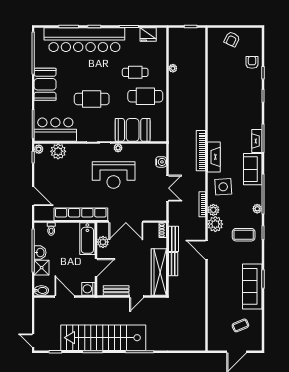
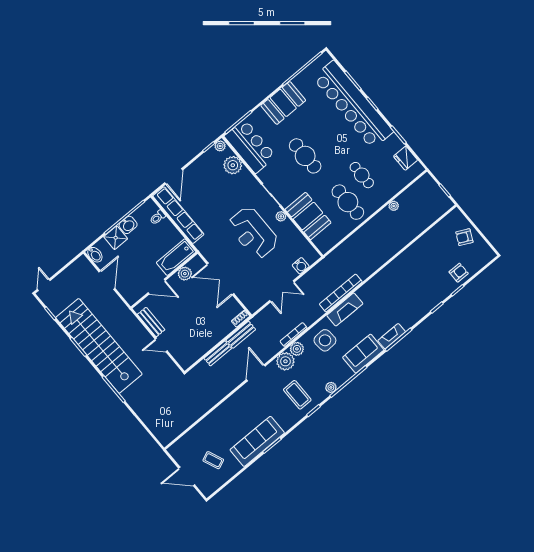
row of seats: (81, 214) -> (178, 215), moved
wardrobe: (159, 272) -> (200, 347), removed
washing machine: (88, 289) -> (132, 296), removed

